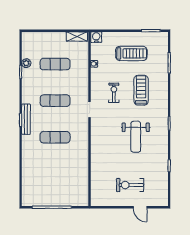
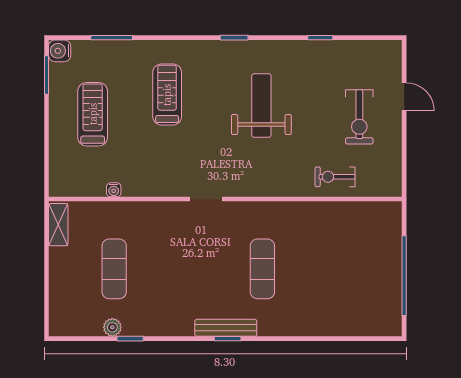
water cooler: (96, 37) -> (60, 51), moved
treadmill: (141, 90) -> (167, 95), turned 90
exercise bike: (114, 93) -> (335, 177), moved
exercise mat: (55, 101) -> (188, 269), removed
weight bench: (136, 137) -> (261, 105), turned -90
door: (140, 207) -> (404, 97), hinge flipped

